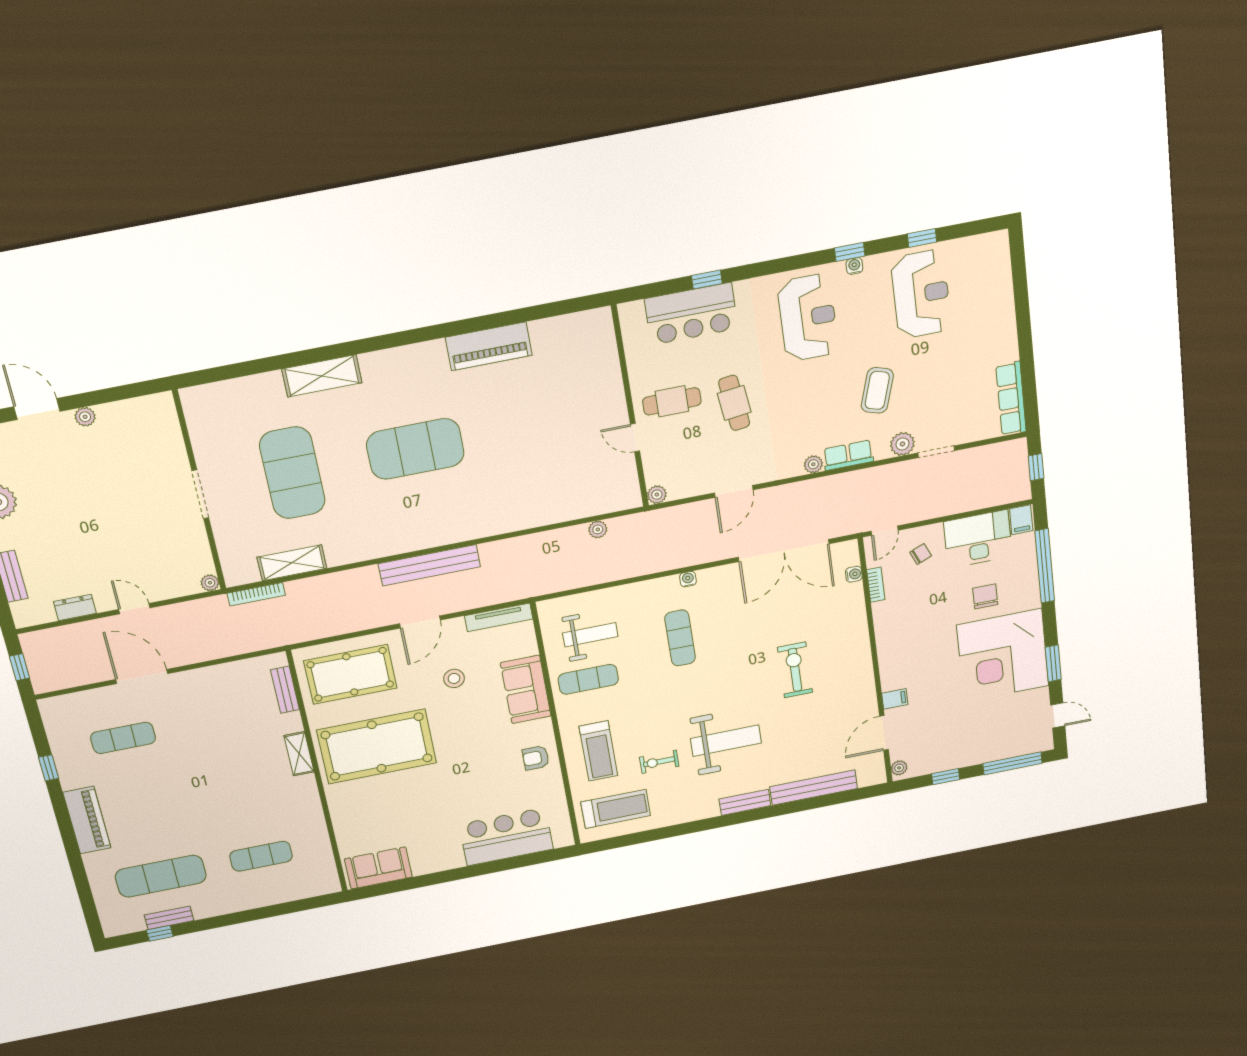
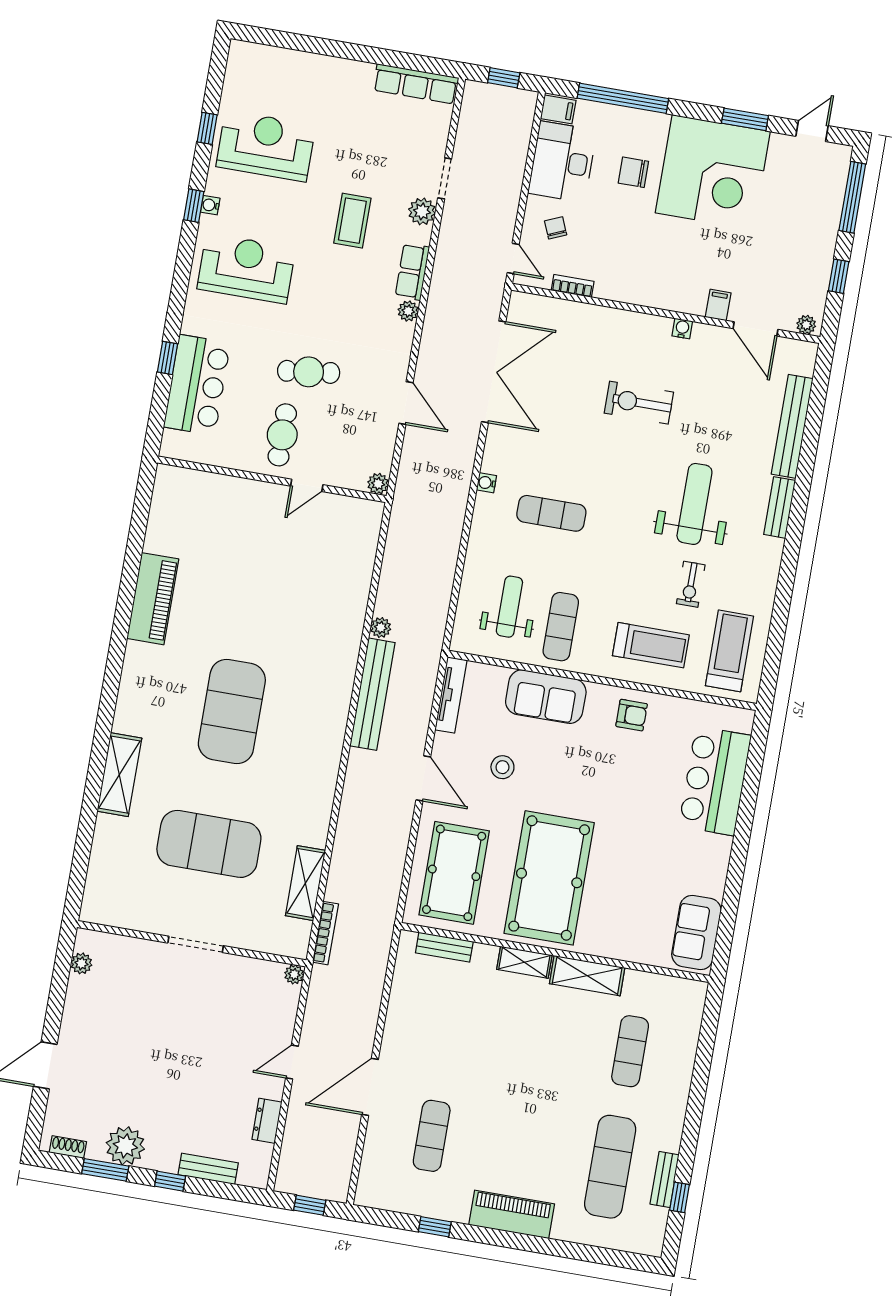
coffee table: (877, 390) -> (352, 221), turned 73
plant: (85, 417) -> (81, 963), moved
plant: (598, 529) -> (381, 628), moved
bench: (429, 565) -> (373, 694), moved
water cooler: (854, 574) -> (682, 329), moved
armchair: (536, 758) -> (632, 715), turned -90
shelving: (309, 803) -> (587, 976), added

